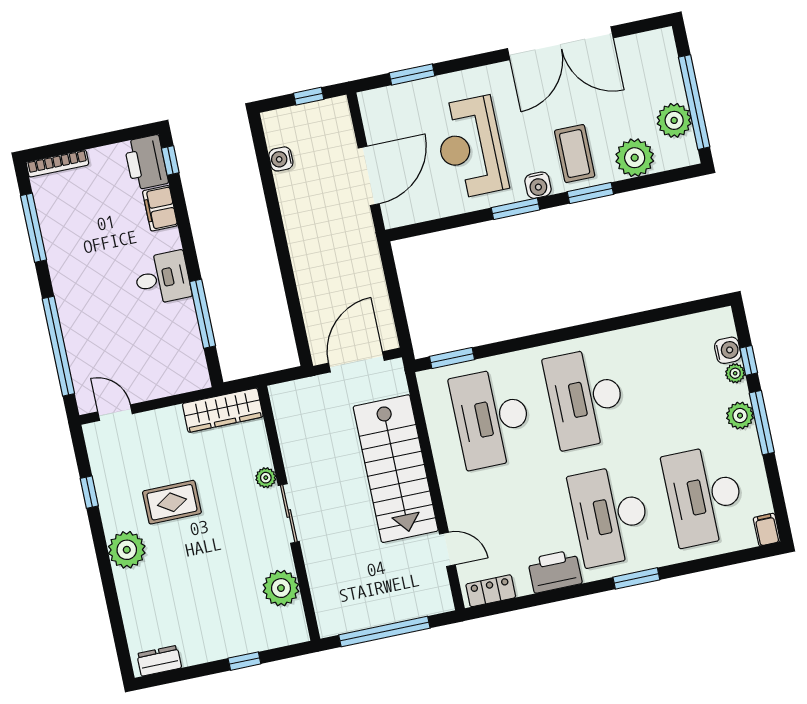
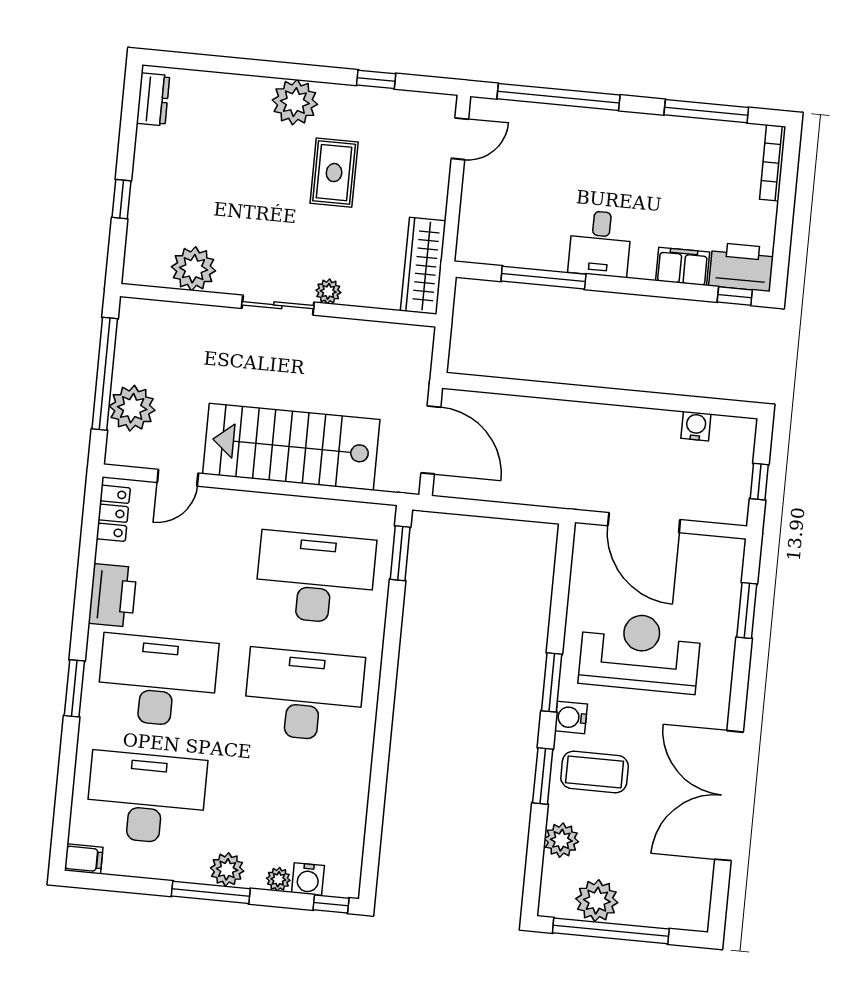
plant: (635, 158) -> (561, 840), width x0.73, depth x0.73
window: (749, 360) -> (331, 904), moved
plant: (404, 602) -> (132, 408), added

